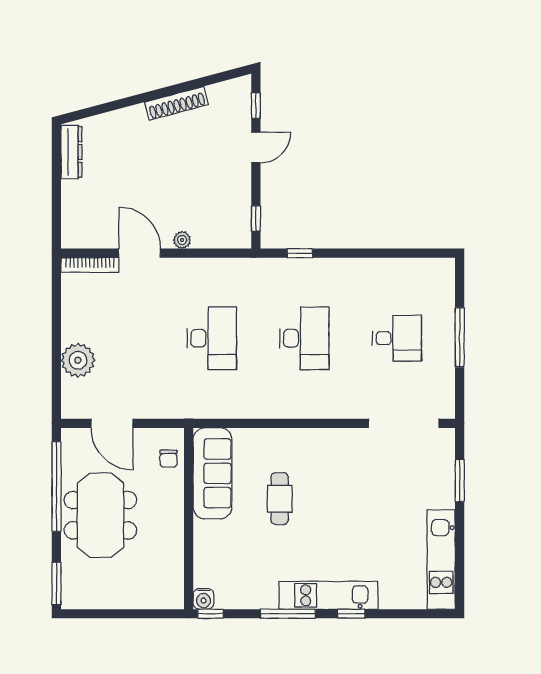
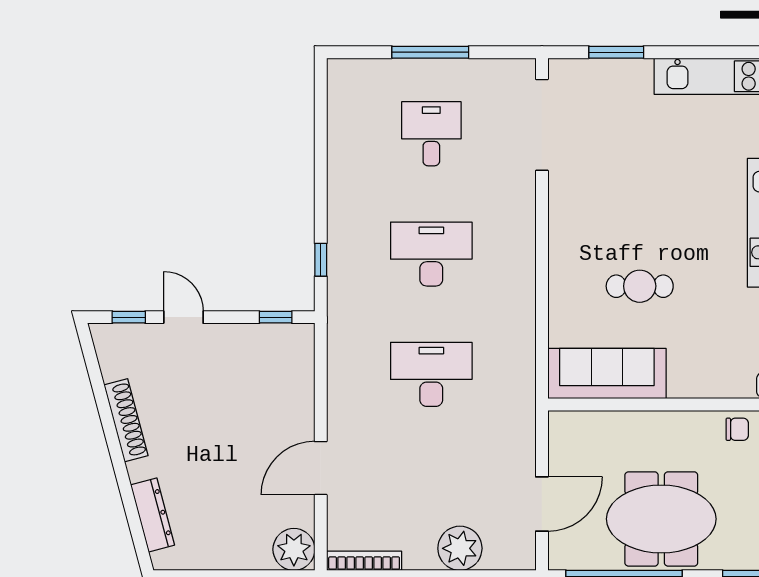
dresser: (71, 152) -> (153, 515), moved, turned 75
plant: (182, 240) -> (294, 549), moved, width x1.88, depth x1.88
bookcase: (90, 265) -> (364, 561), moved, turned -90
chair: (168, 459) -> (737, 429), moved

